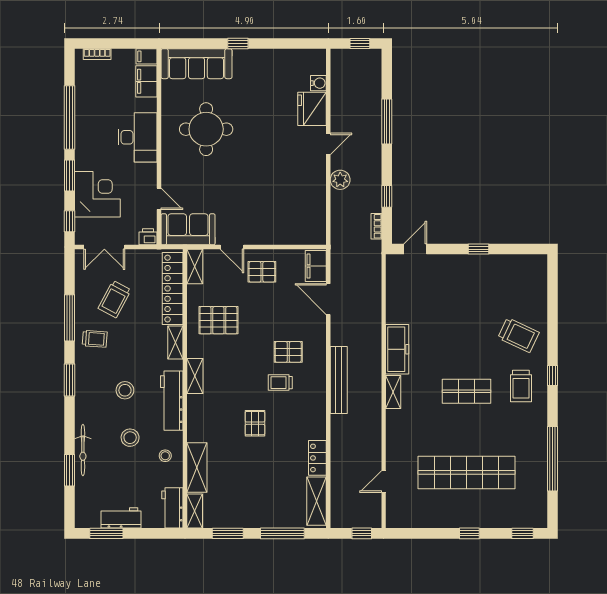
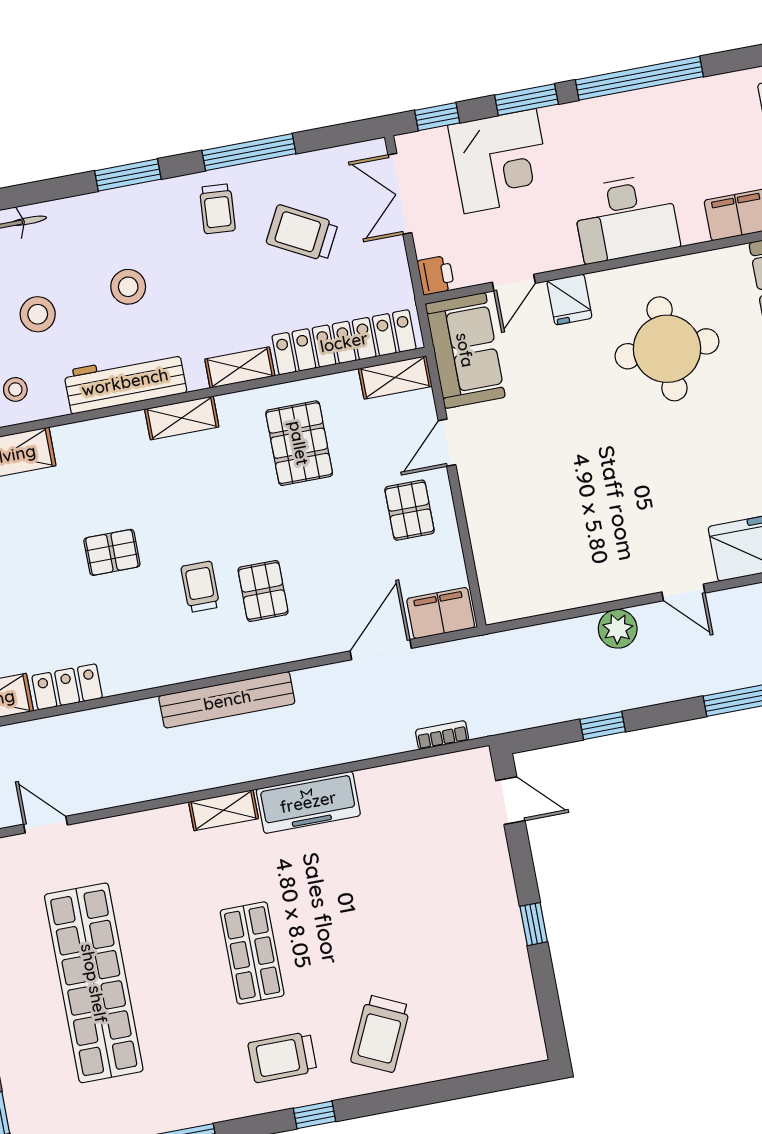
fridge: (173, 173) -> (569, 299), added
bookcase: (376, 226) -> (442, 735), moved

